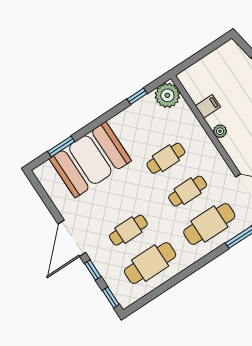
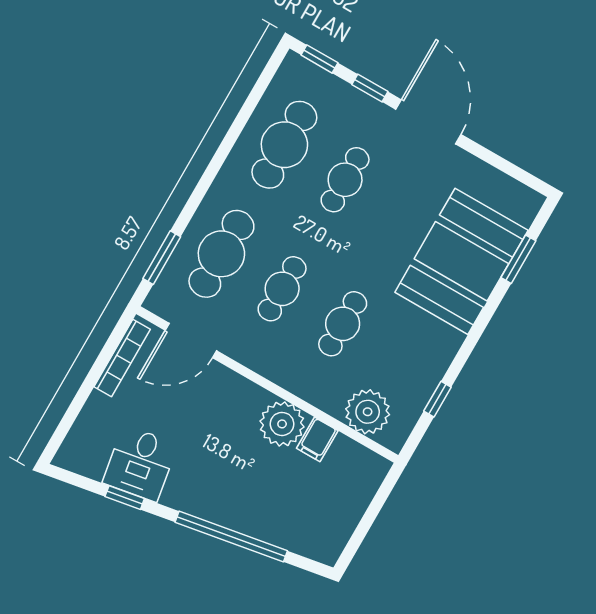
plant: (167, 95) -> (368, 412), moved
plant: (220, 131) -> (282, 424), width x1.88, depth x1.88

